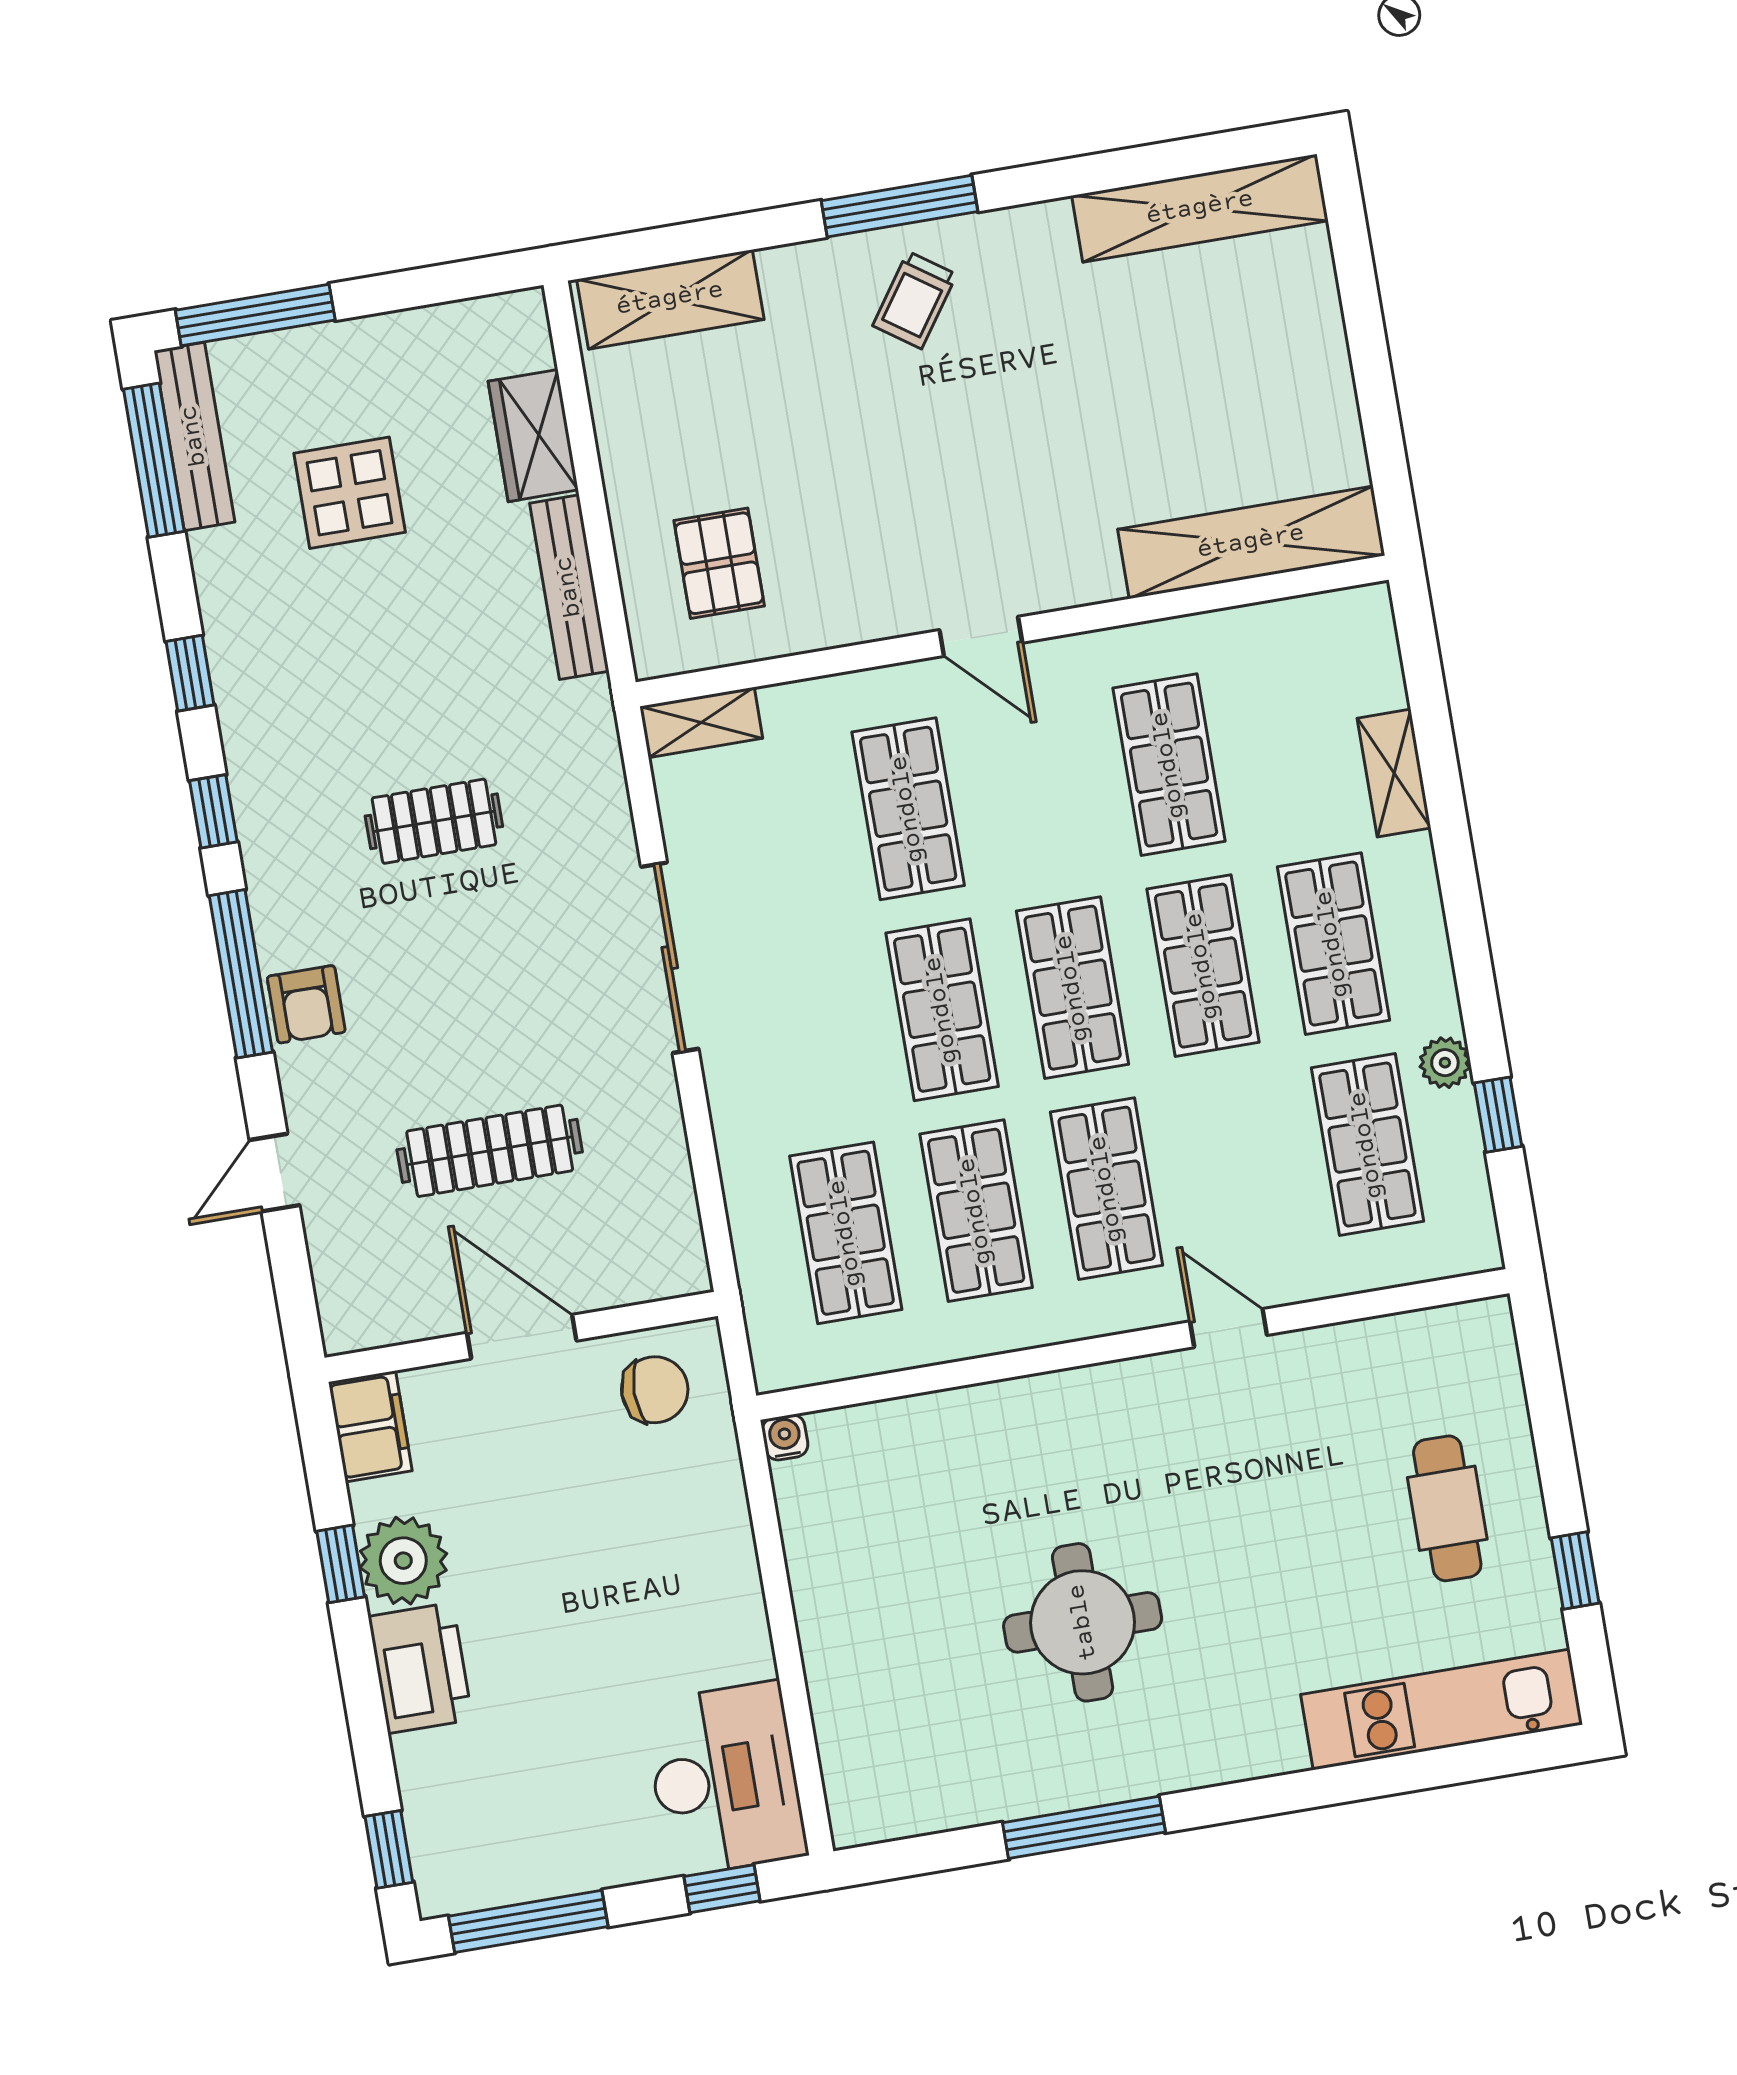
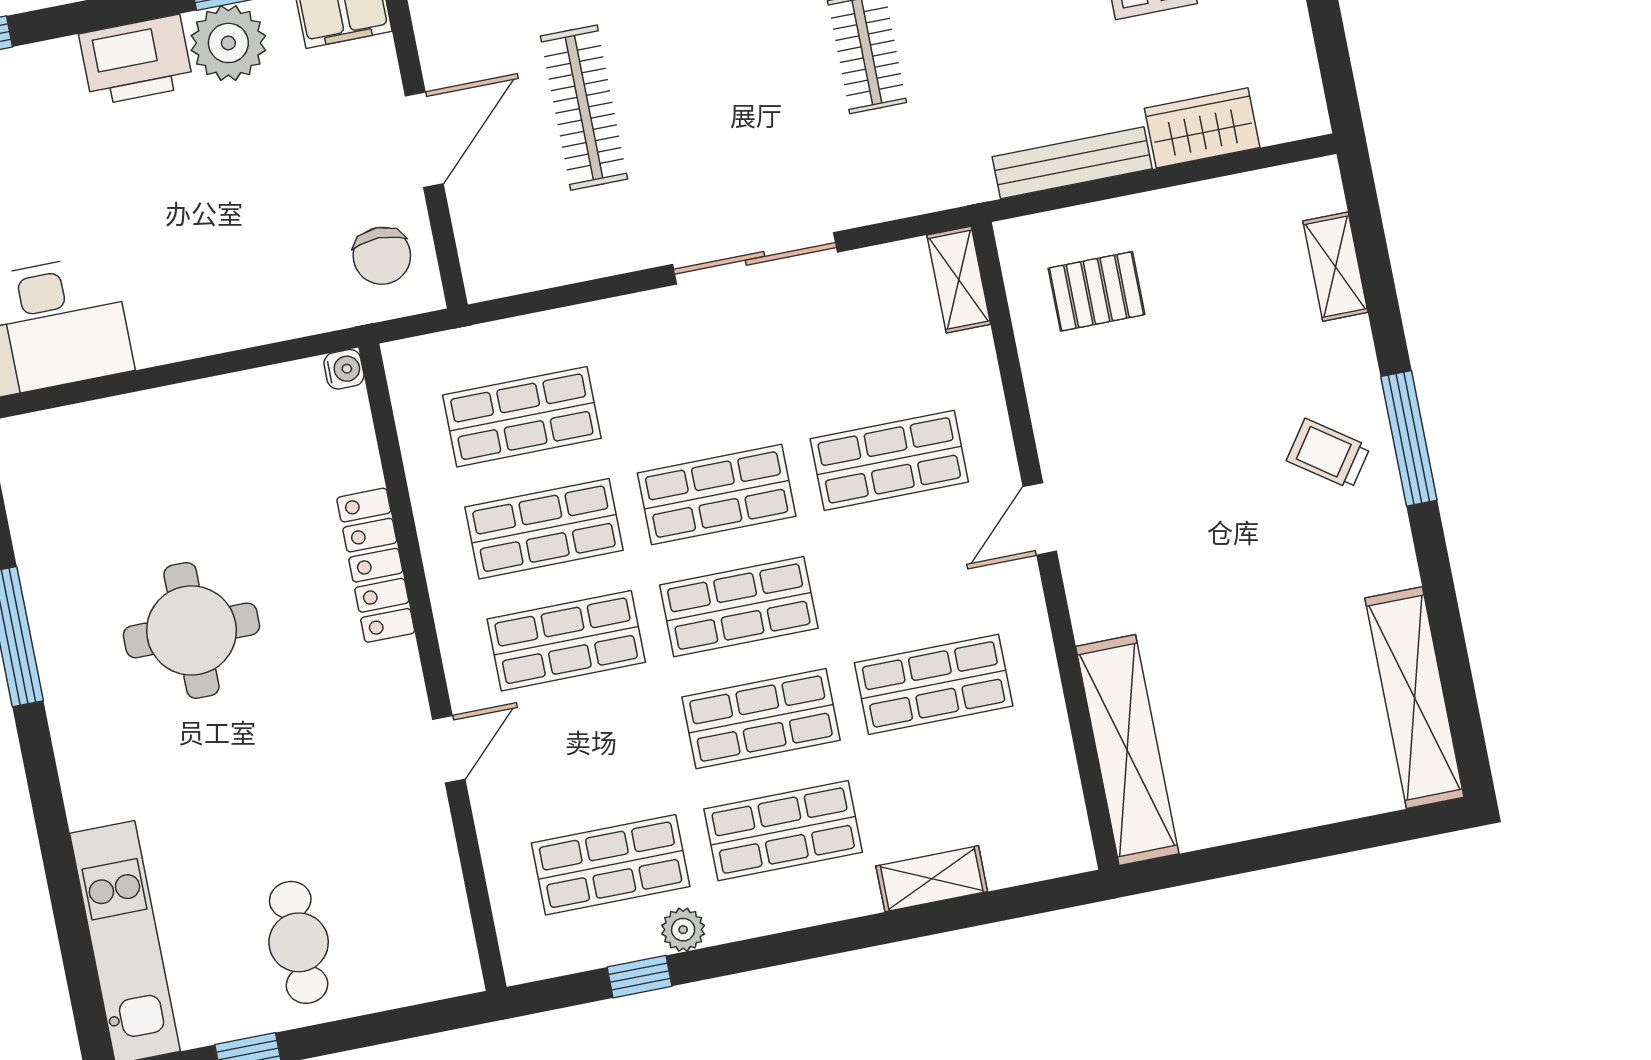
shelving: (670, 299) -> (1335, 267), width x0.67, depth x0.75
locker: (1013, 1407) -> (376, 565), added
cafe table: (1447, 1508) -> (299, 942), turned 90

